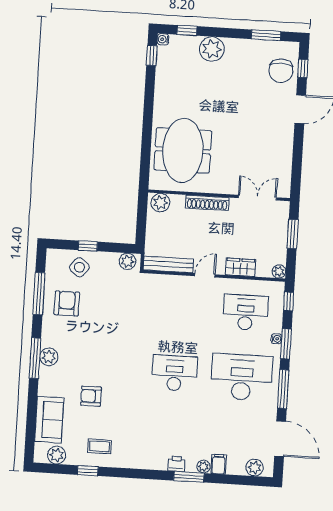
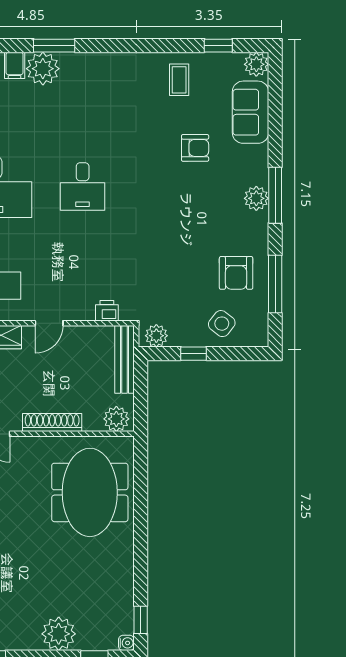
window: (88, 246) -> (193, 354), moved
bench: (168, 264) -> (125, 359), moved, turned 90
desk: (174, 373) -> (83, 187), width x0.73
coffee table: (100, 446) -> (179, 80), turned 90
plant: (57, 455) -> (256, 64), moved
printer: (176, 464) -> (107, 311), moved, turned 180
plant: (203, 467) -> (43, 69), width x1.87, depth x1.87
window: (88, 471) -> (218, 46), moved

